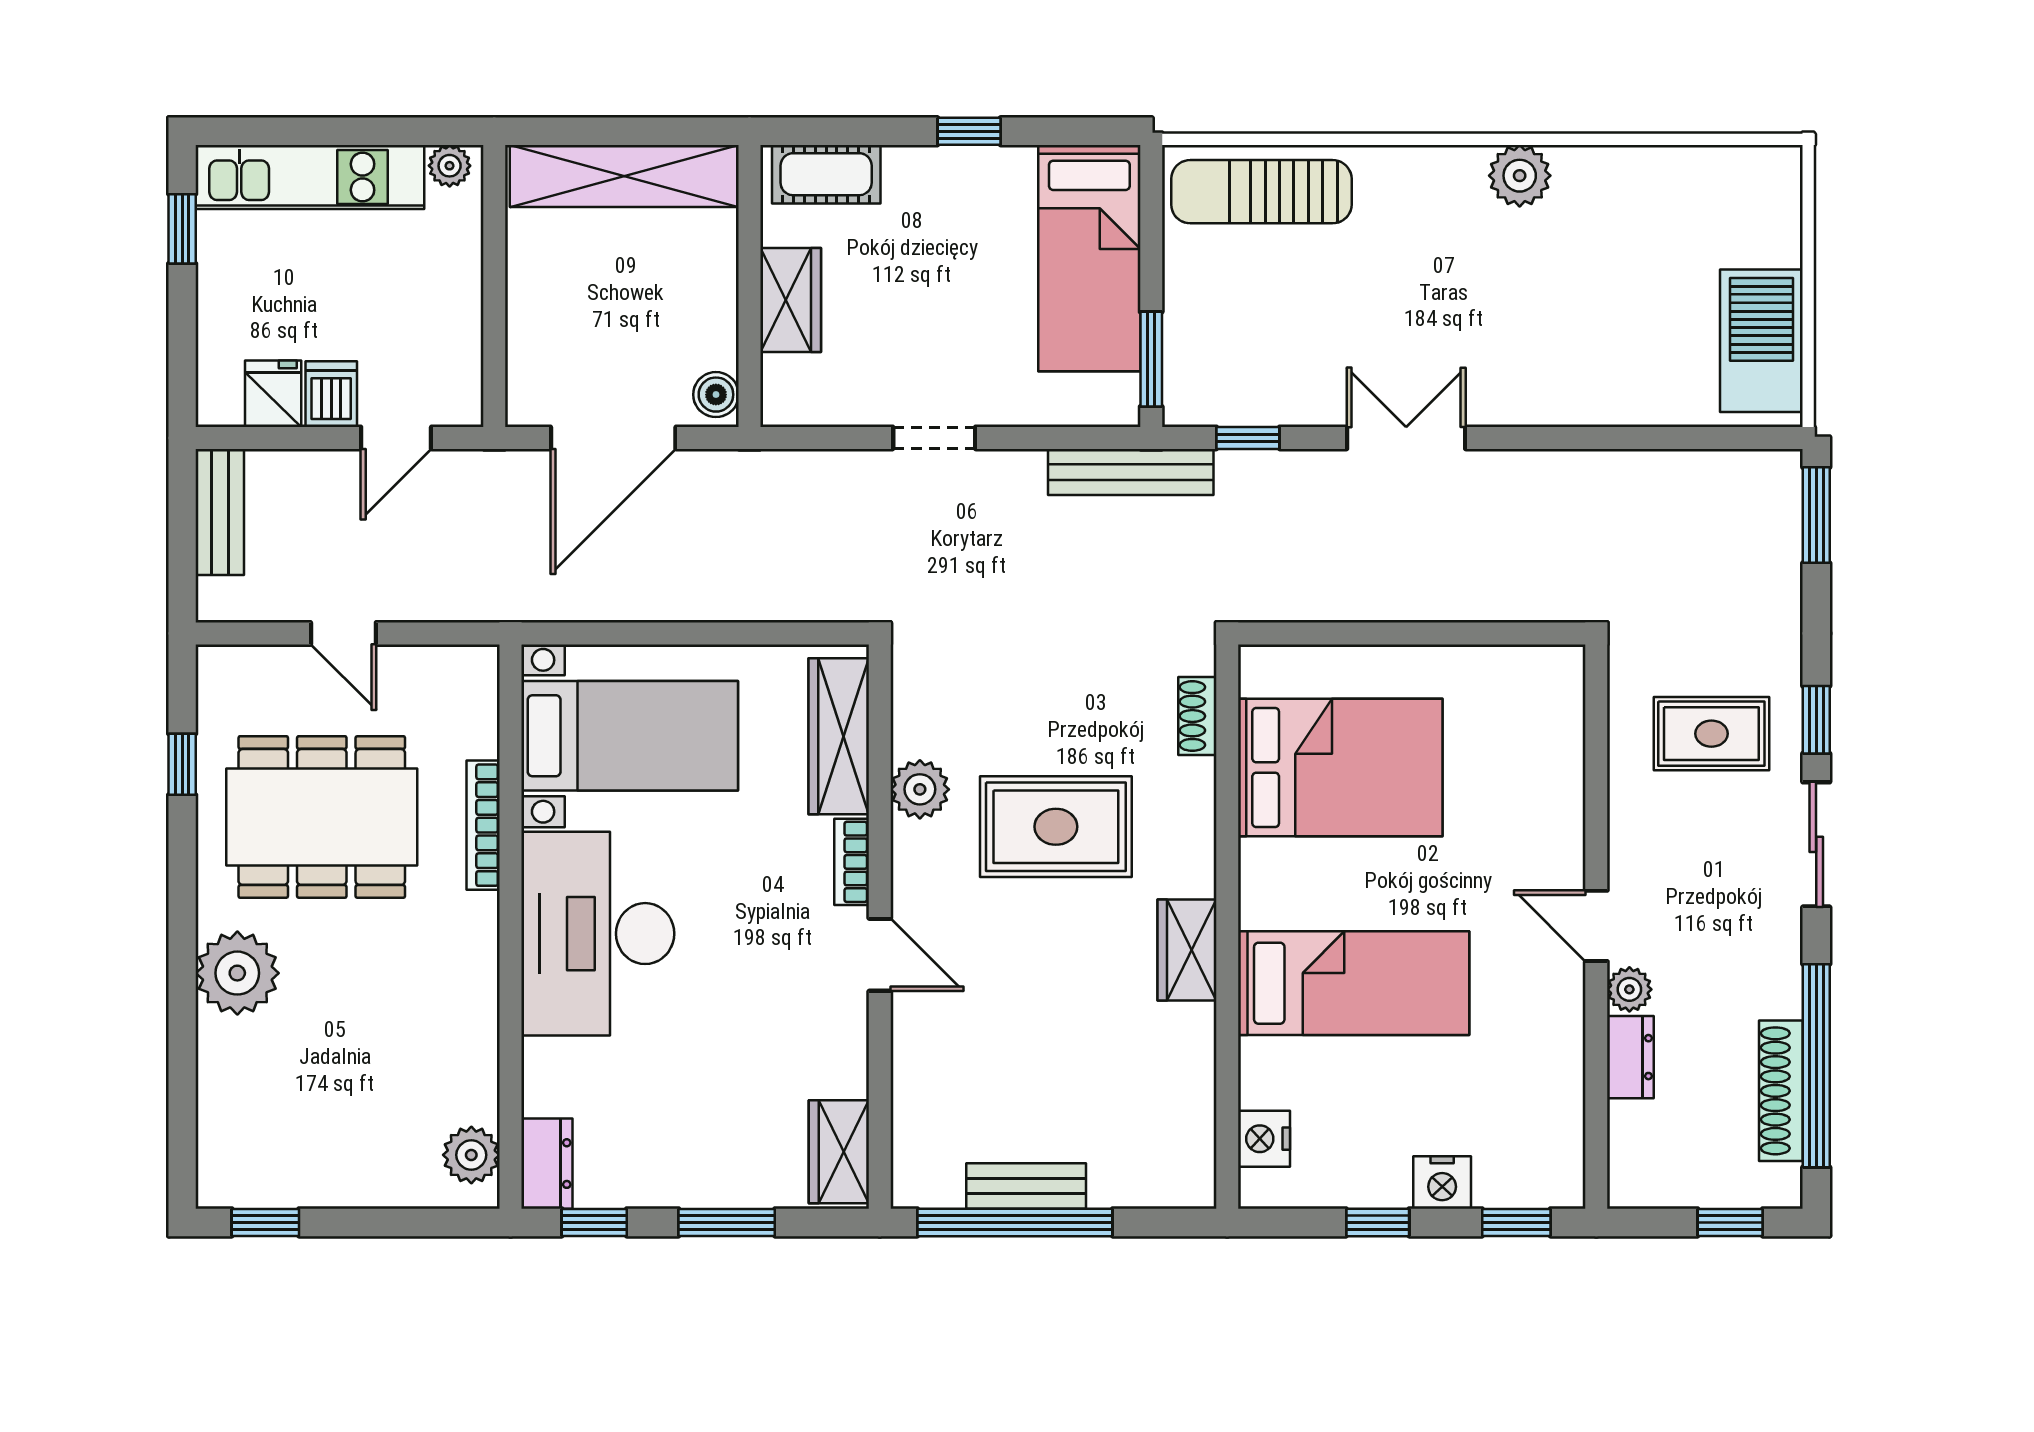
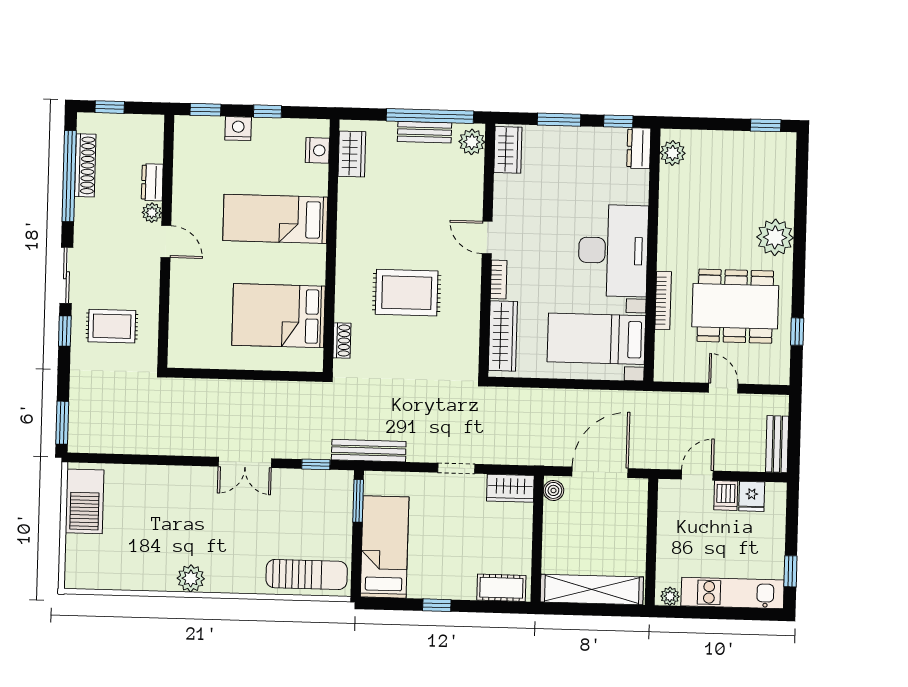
wardrobe: (791, 300) -> (510, 488), moved, turned -90
plant: (920, 789) -> (472, 142), moved
wardrobe: (1187, 950) -> (352, 154), moved

